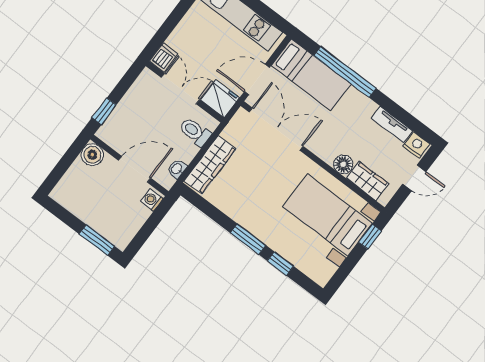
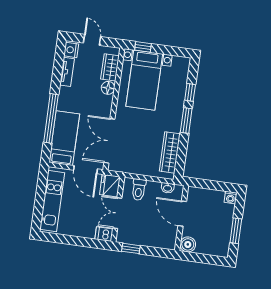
window: (104, 111) -> (131, 248), moved
wardrobe: (210, 165) -> (170, 152), moved, turned -90
washing machine: (152, 200) -> (231, 198), moved
window: (97, 240) -> (236, 231), moved

